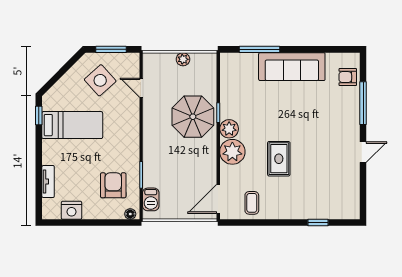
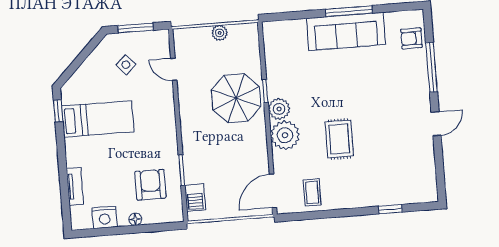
window: (259, 49) -> (349, 11), moved
side table: (100, 80) -> (126, 65), width x0.54, depth x0.54
floor lamp: (130, 214) -> (135, 219), moved

